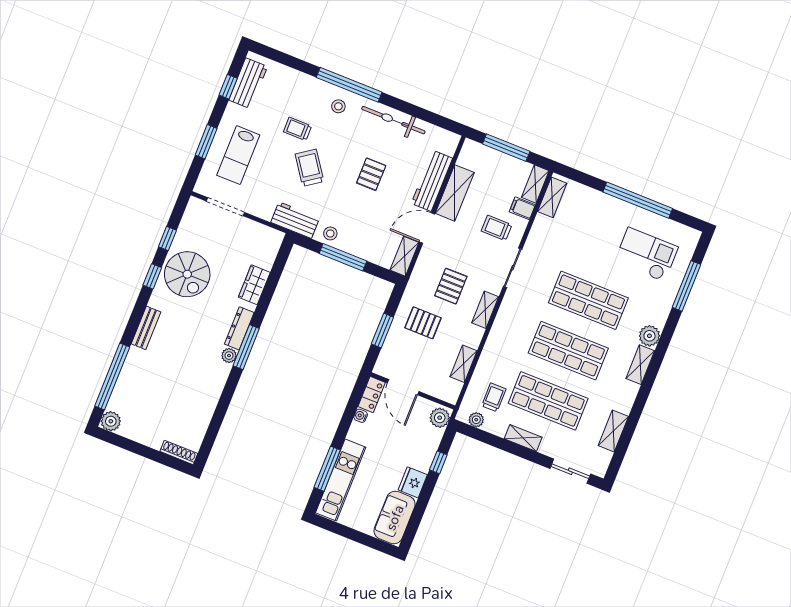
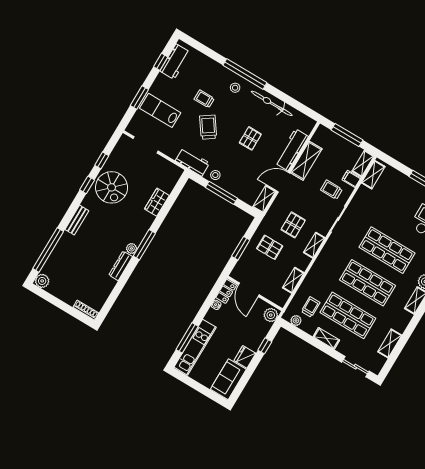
lab bench: (238, 155) -> (160, 110), turned 90
dresser: (239, 328) -> (121, 266), moved

